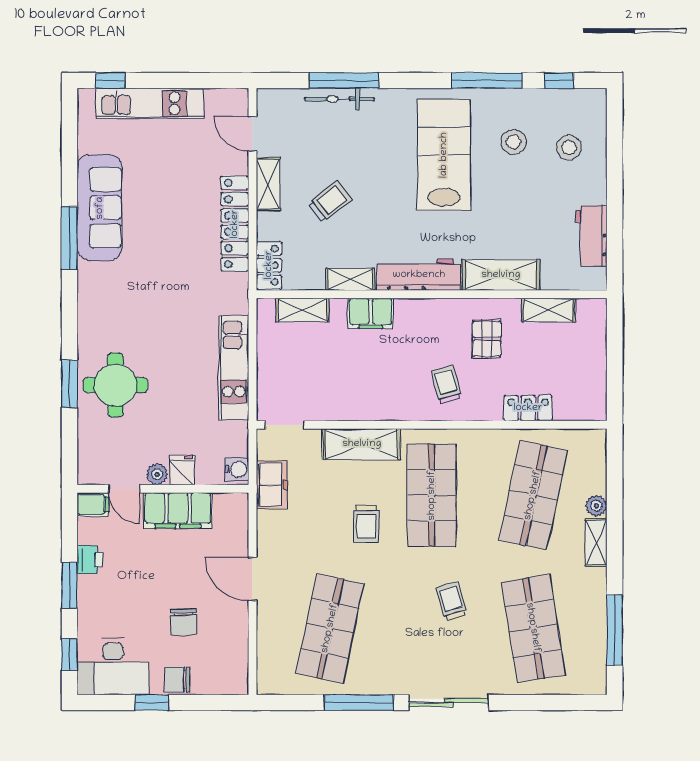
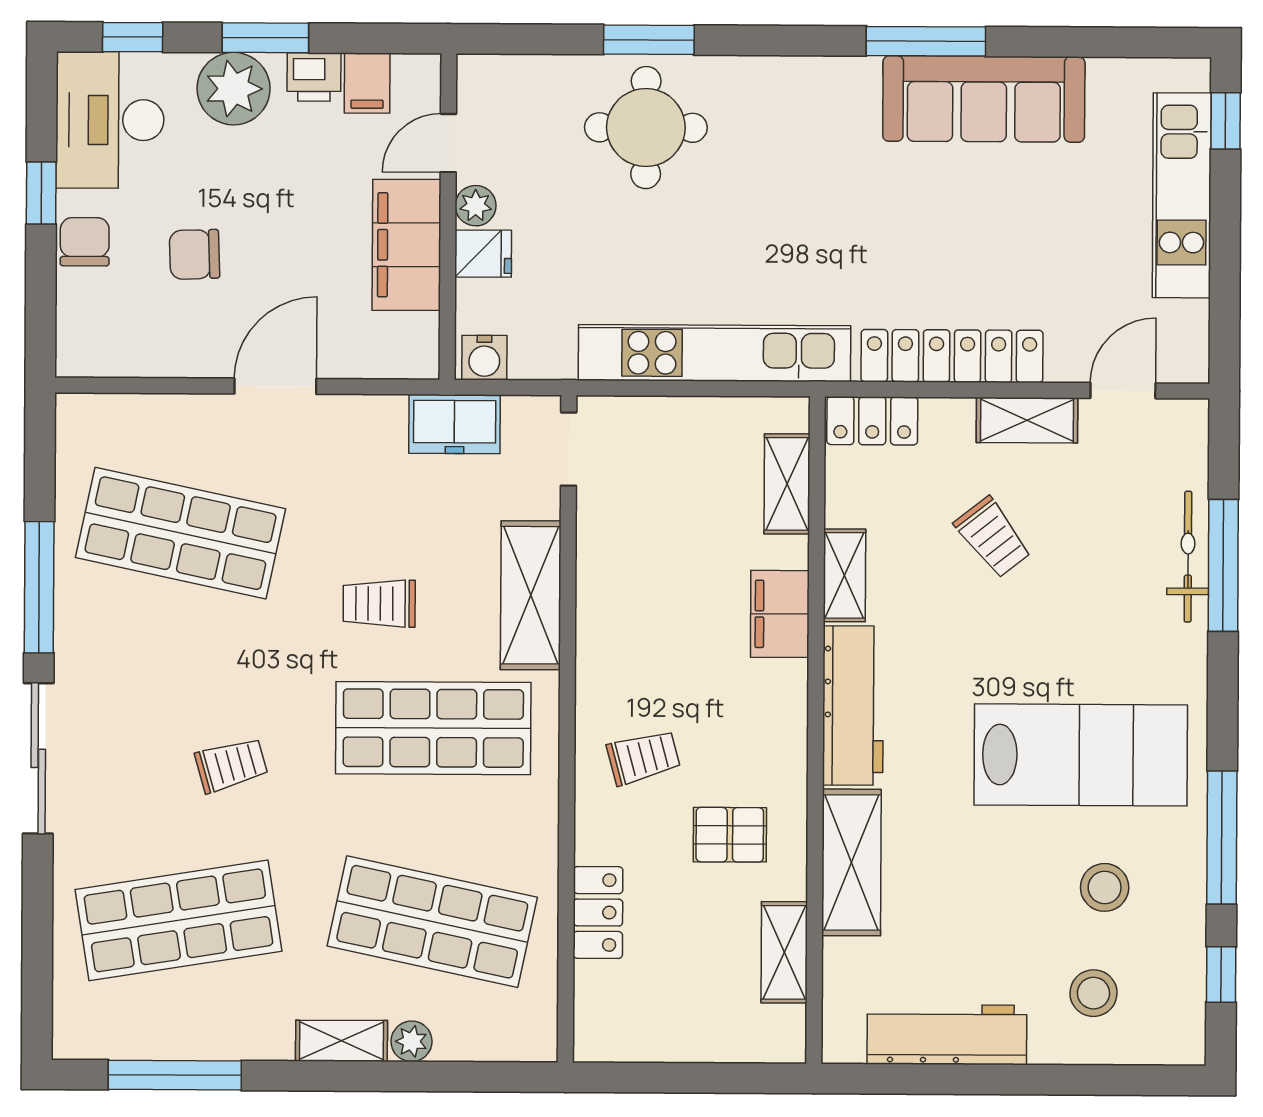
workbench: (591, 236) -> (947, 1035), width x1.38
kitchen unit: (234, 367) -> (715, 353), width x1.36
filing cabinet: (93, 505) -> (367, 83), moved
plant: (96, 602) -> (234, 89), added

